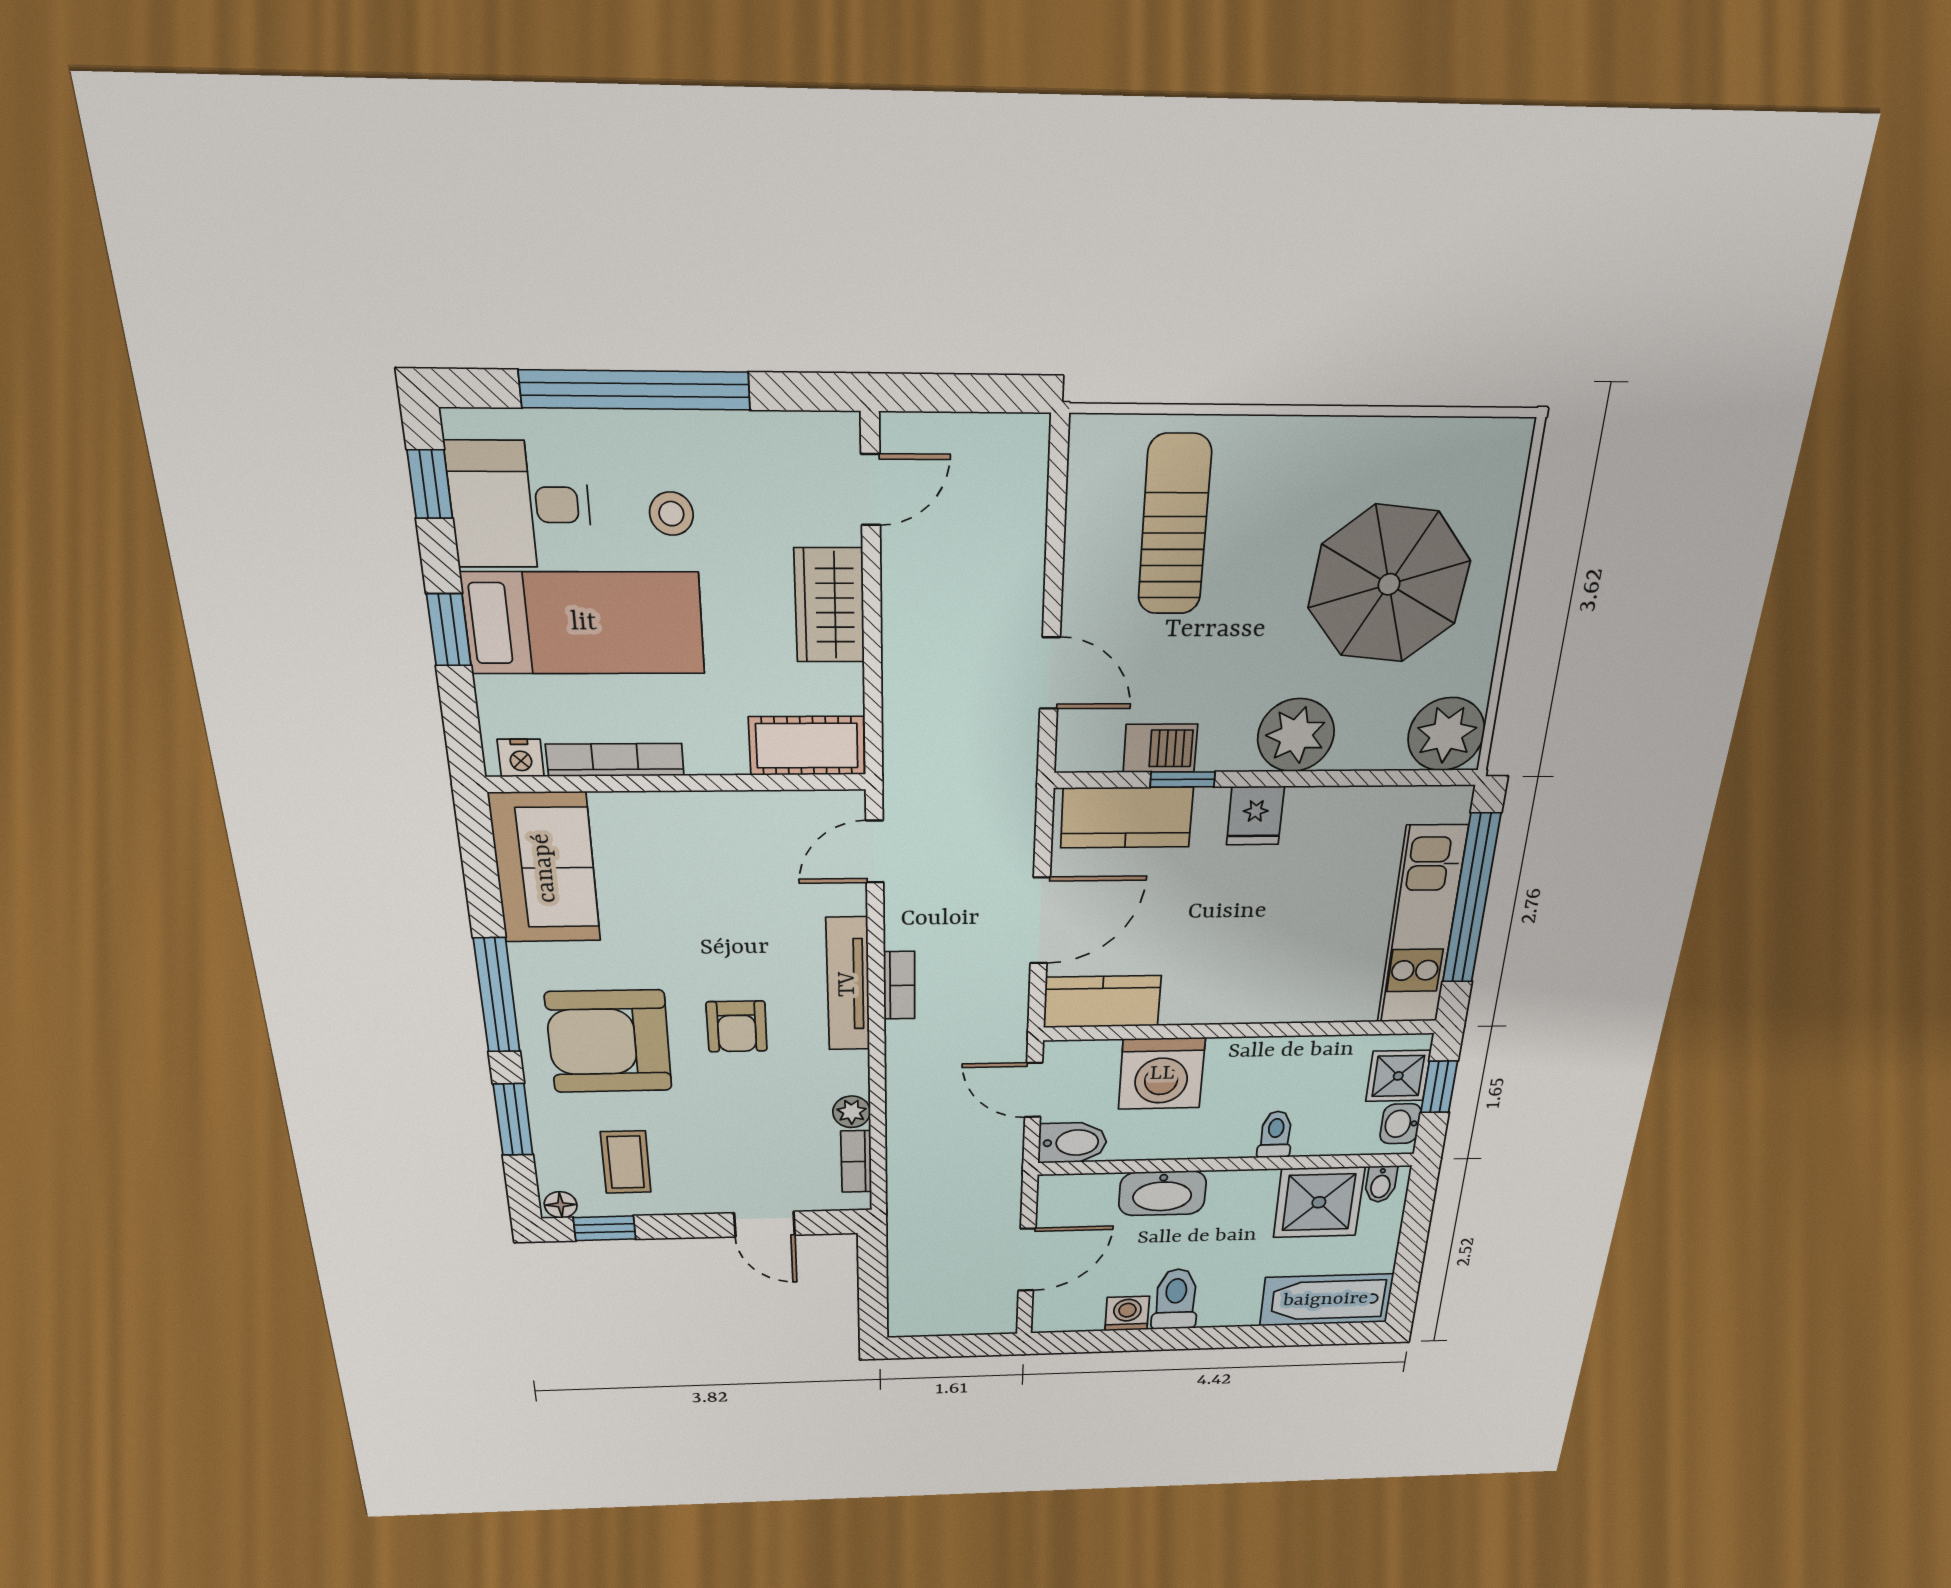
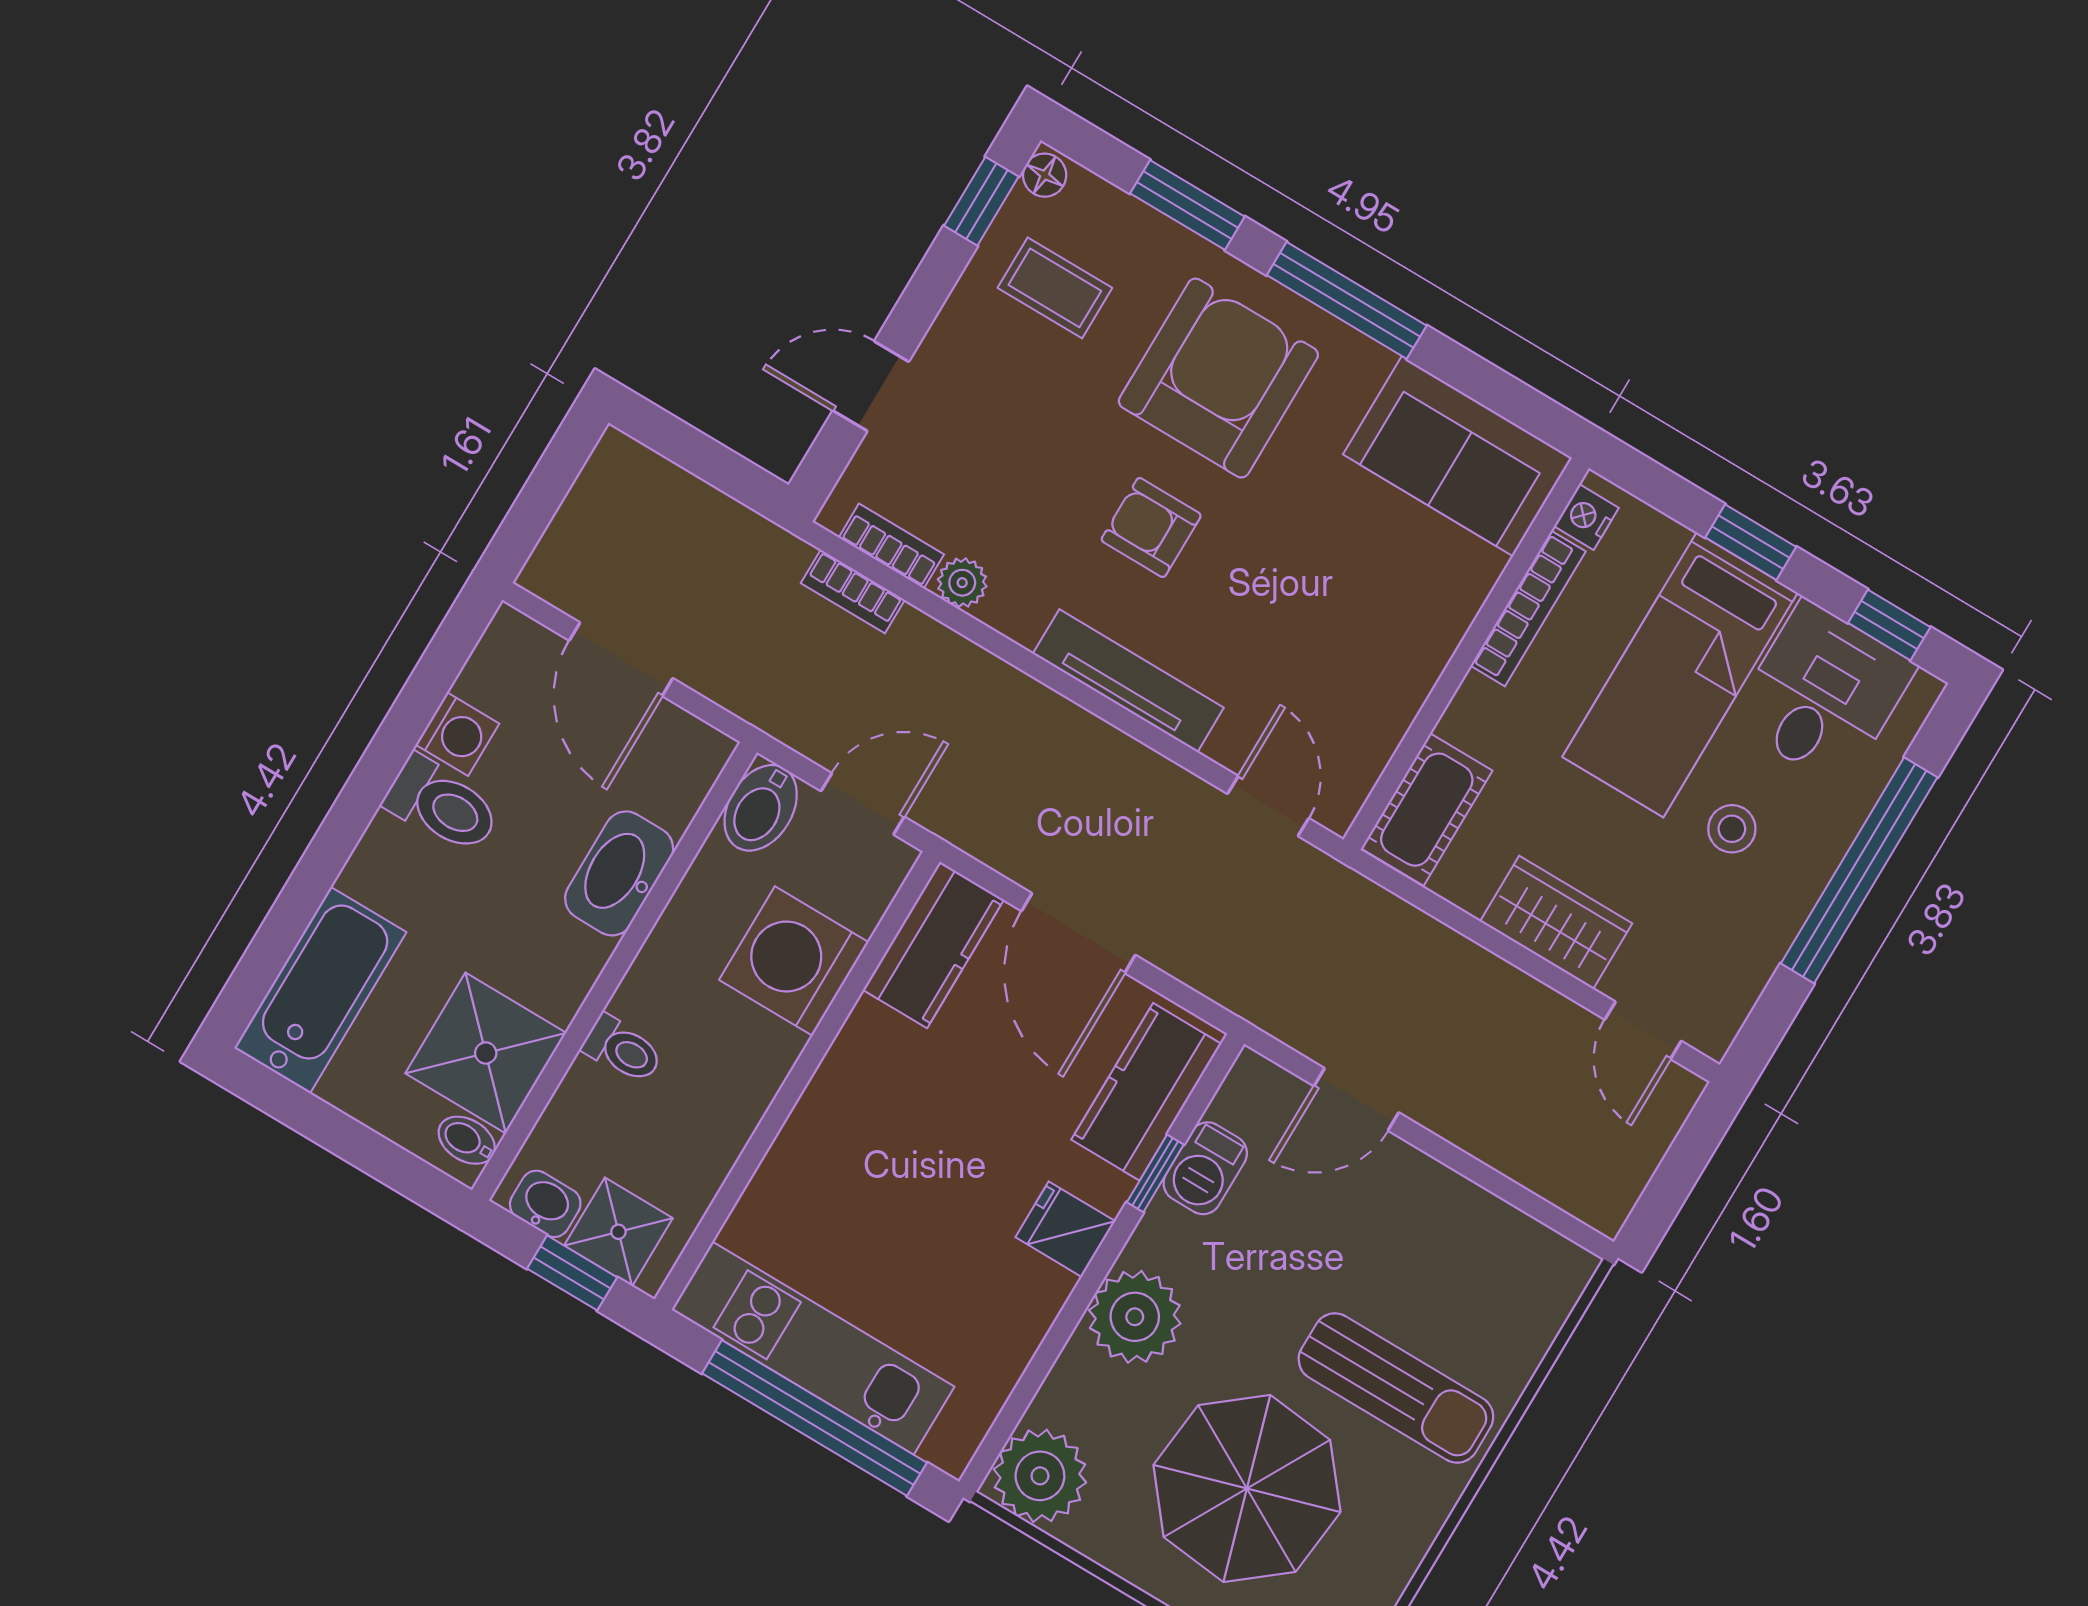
sun lounger: (1174, 525) -> (1396, 1388), moved
bookcase: (899, 985) -> (853, 592), moved

